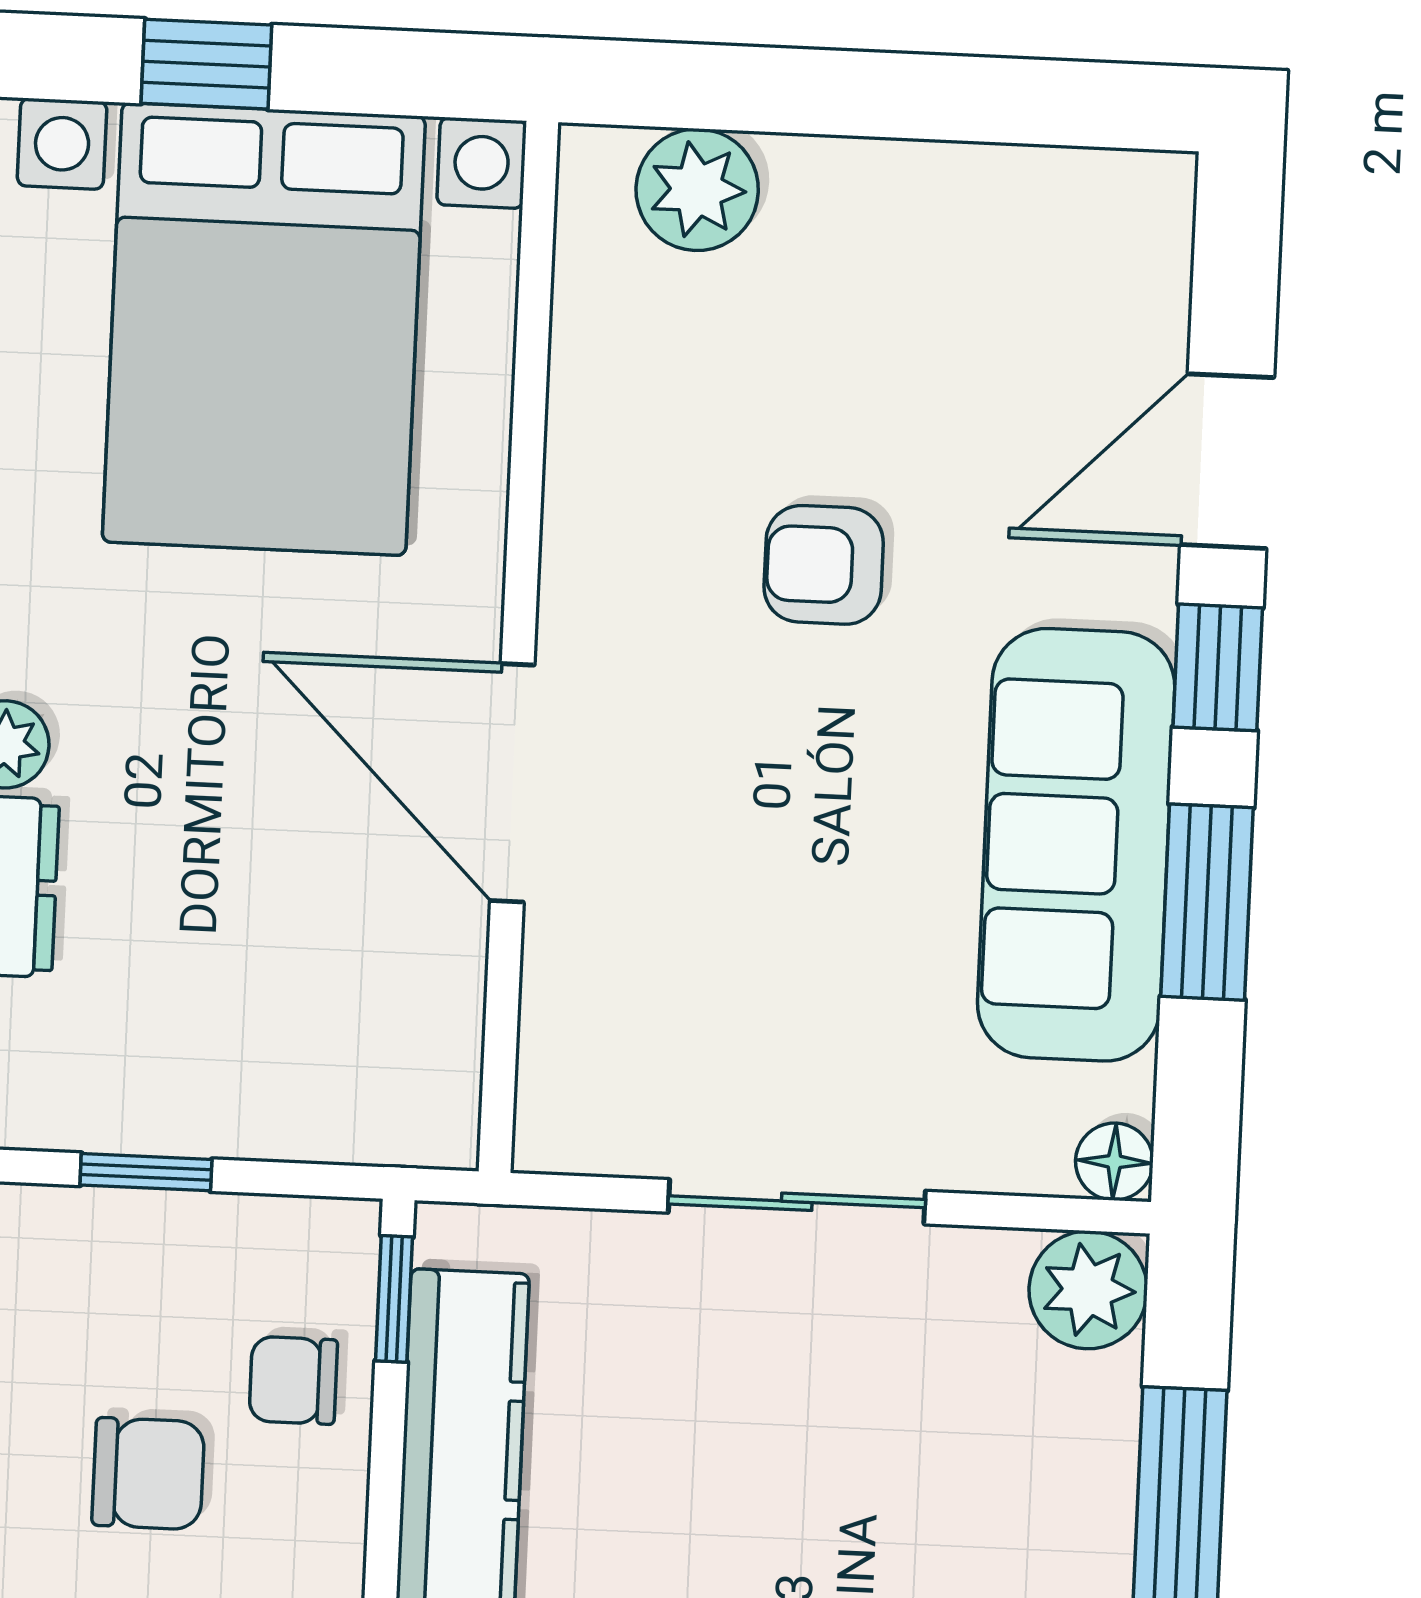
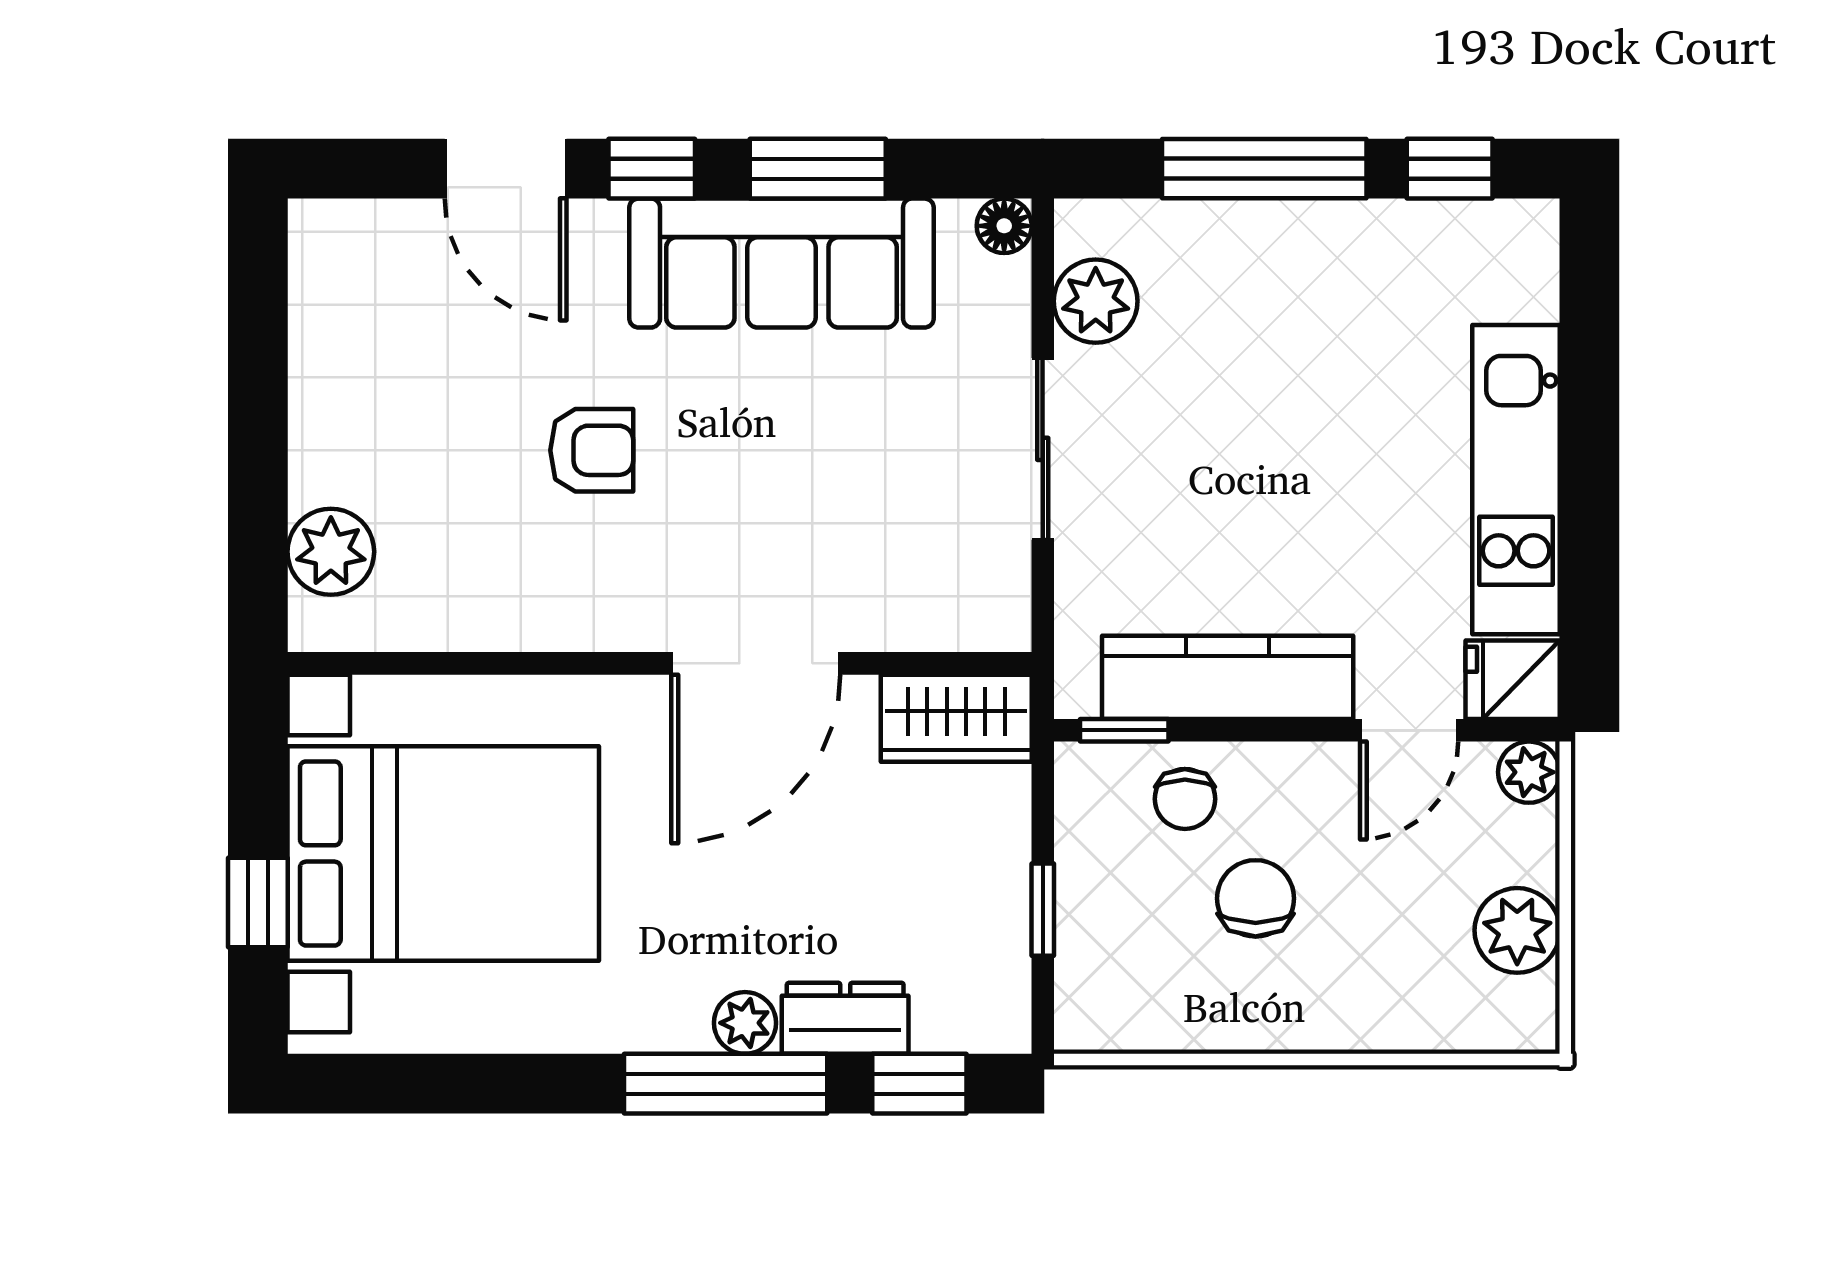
armchair: (824, 565) -> (592, 450), turned -90
wardrobe: (422, 1062) -> (956, 718), added
plant: (1088, 1290) -> (1096, 301), moved

